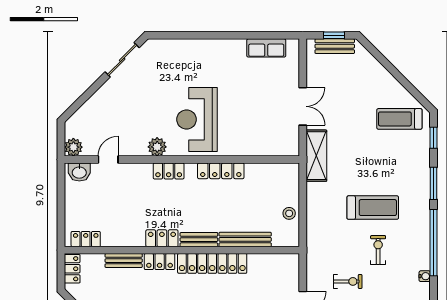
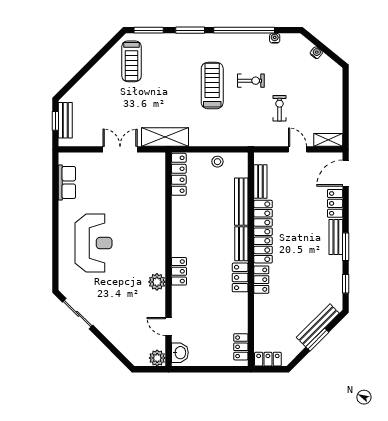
reception desk: (197, 119) -> (94, 243), moved, turned -90
window: (434, 138) -> (149, 30), width x1.50
locker: (221, 171) -> (179, 174), moved
exercise bike: (378, 250) -> (251, 81), turned 180
bench: (124, 261) -> (260, 181), moved

